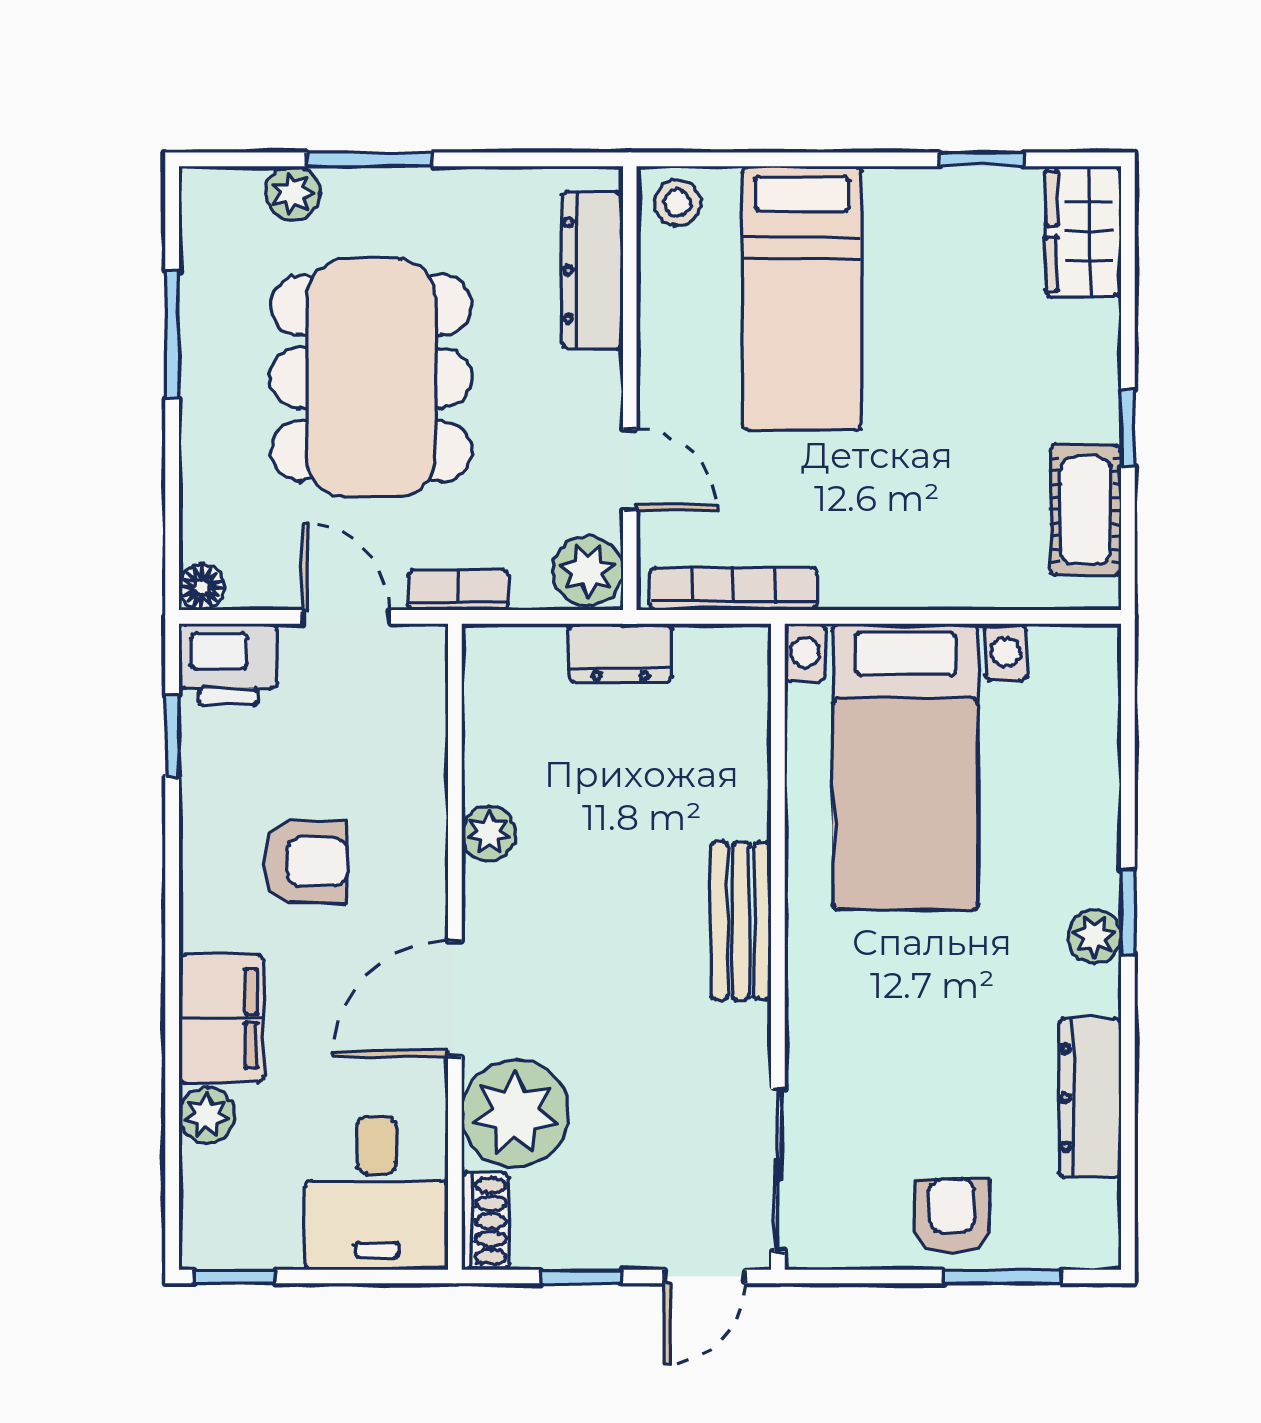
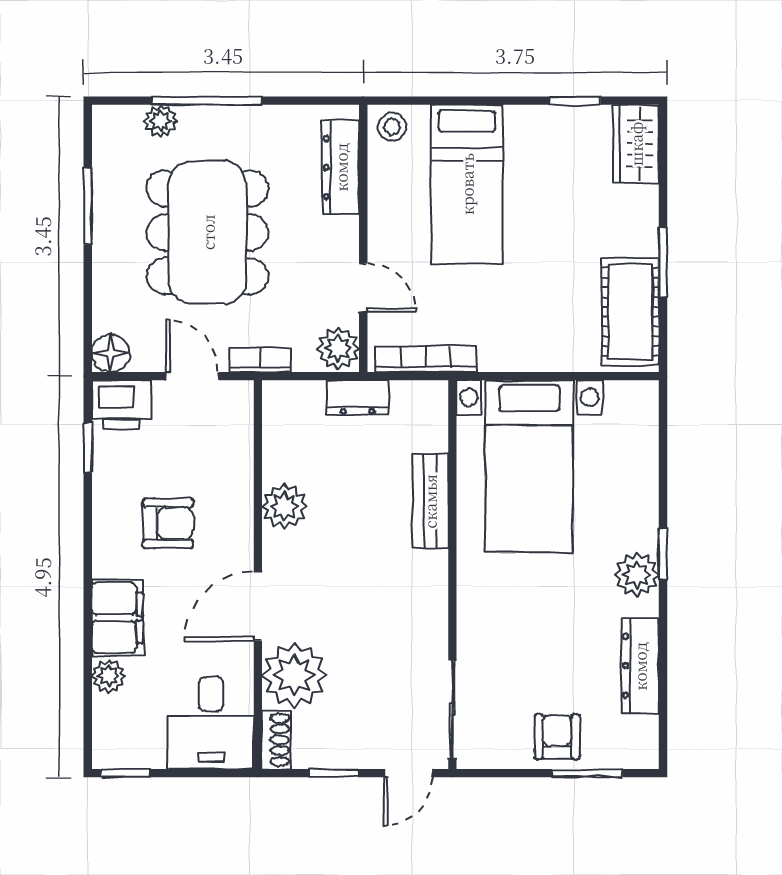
window: (370, 159) -> (207, 101), width x1.44
window: (1128, 428) -> (663, 262), width x1.50
cot: (1086, 510) -> (630, 312), width x1.37, depth x1.34
floor lamp: (202, 587) -> (111, 353), width x1.37, depth x1.37
plant: (489, 833) -> (284, 506), width x1.38, depth x1.38
bench: (741, 921) -> (430, 501), moved
plant: (1094, 937) -> (637, 575), width x1.38, depth x1.38

